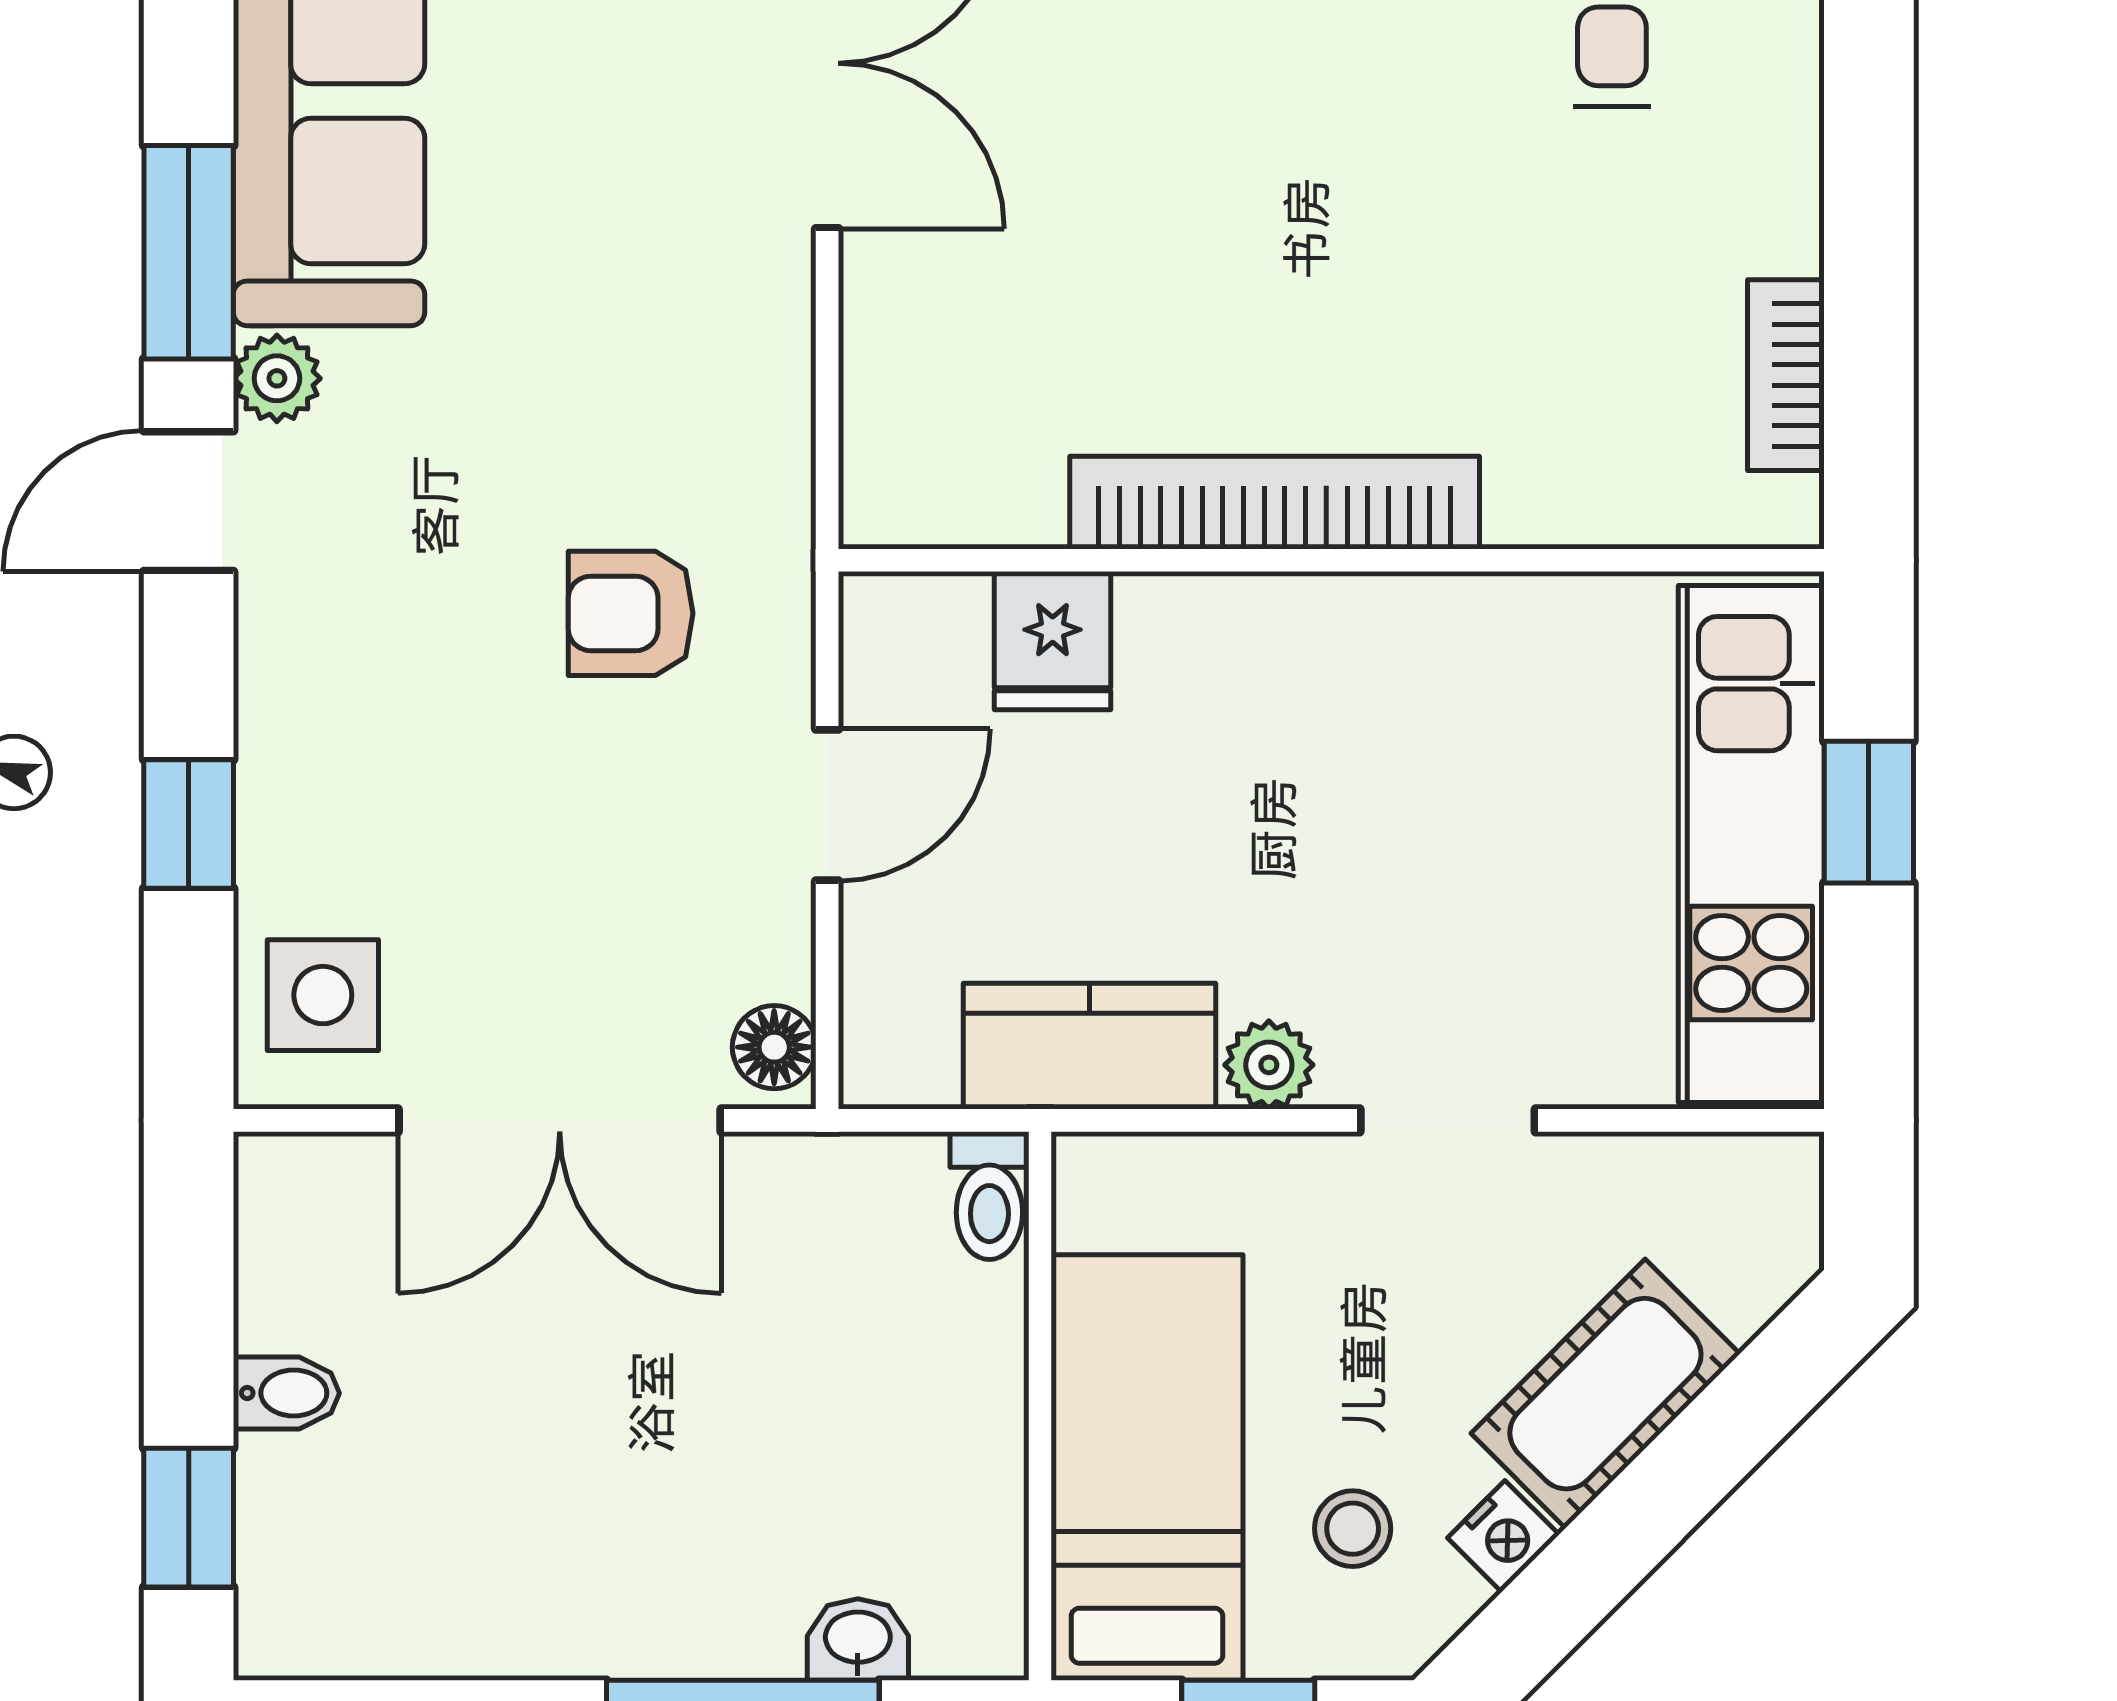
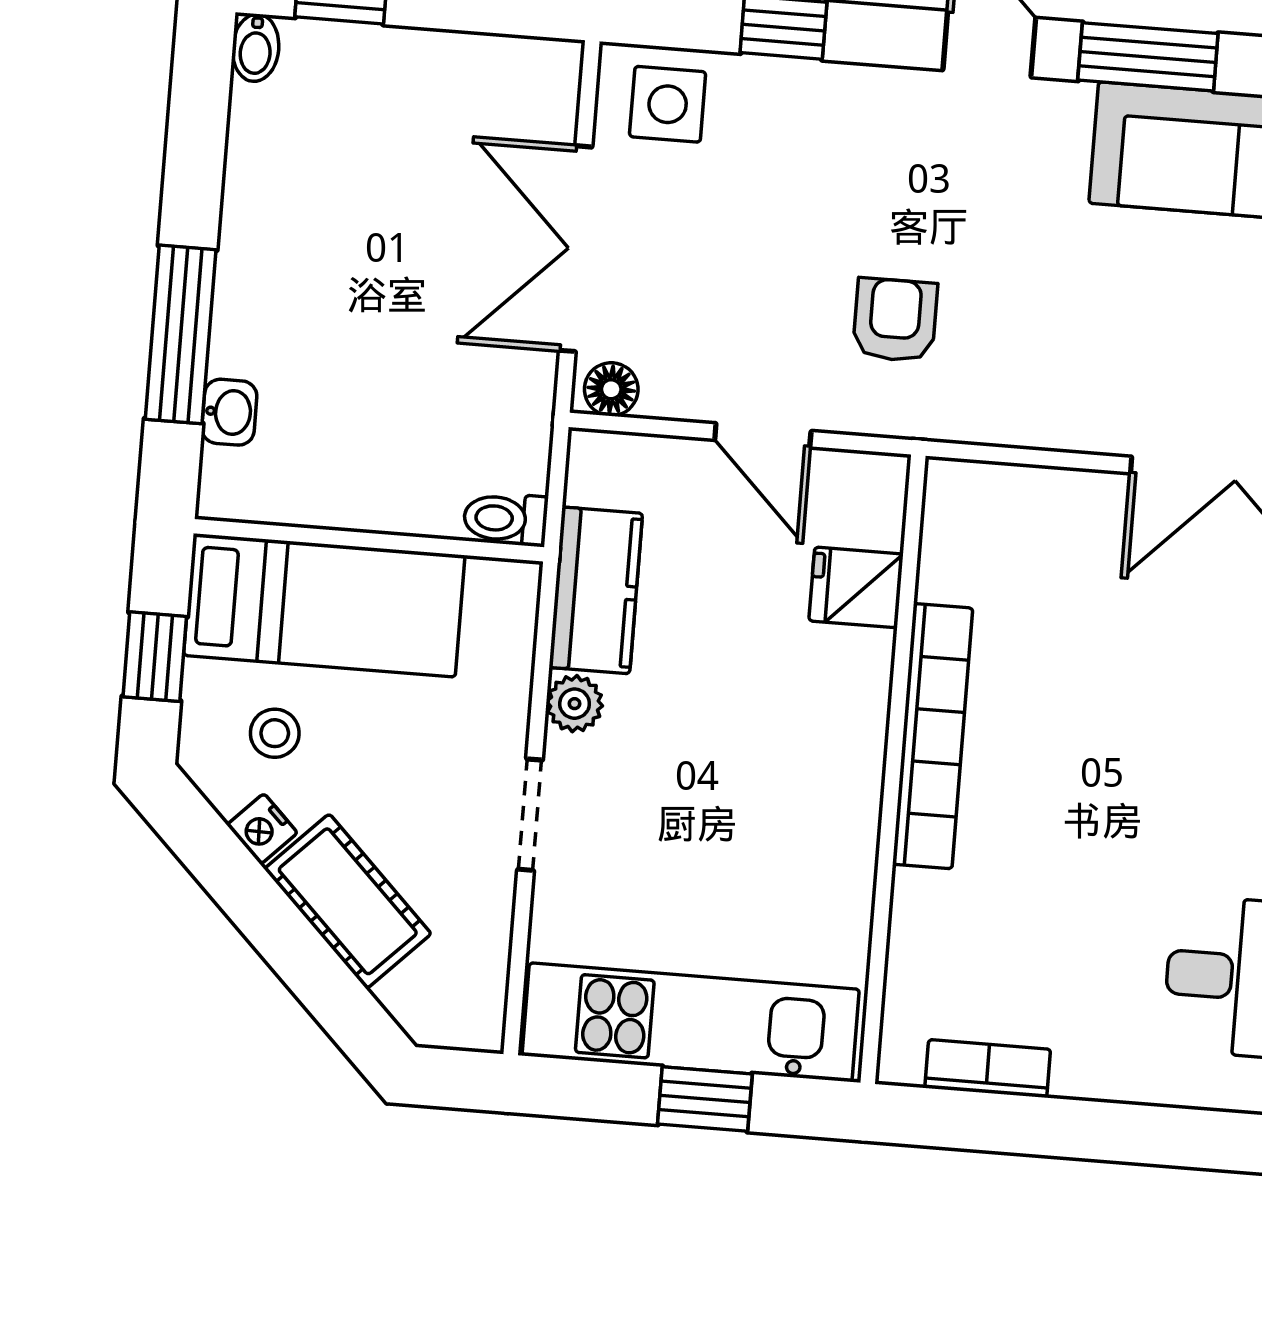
plant: (277, 378) -> (1063, 107), removed
bidet: (286, 1393) -> (256, 48), moved

